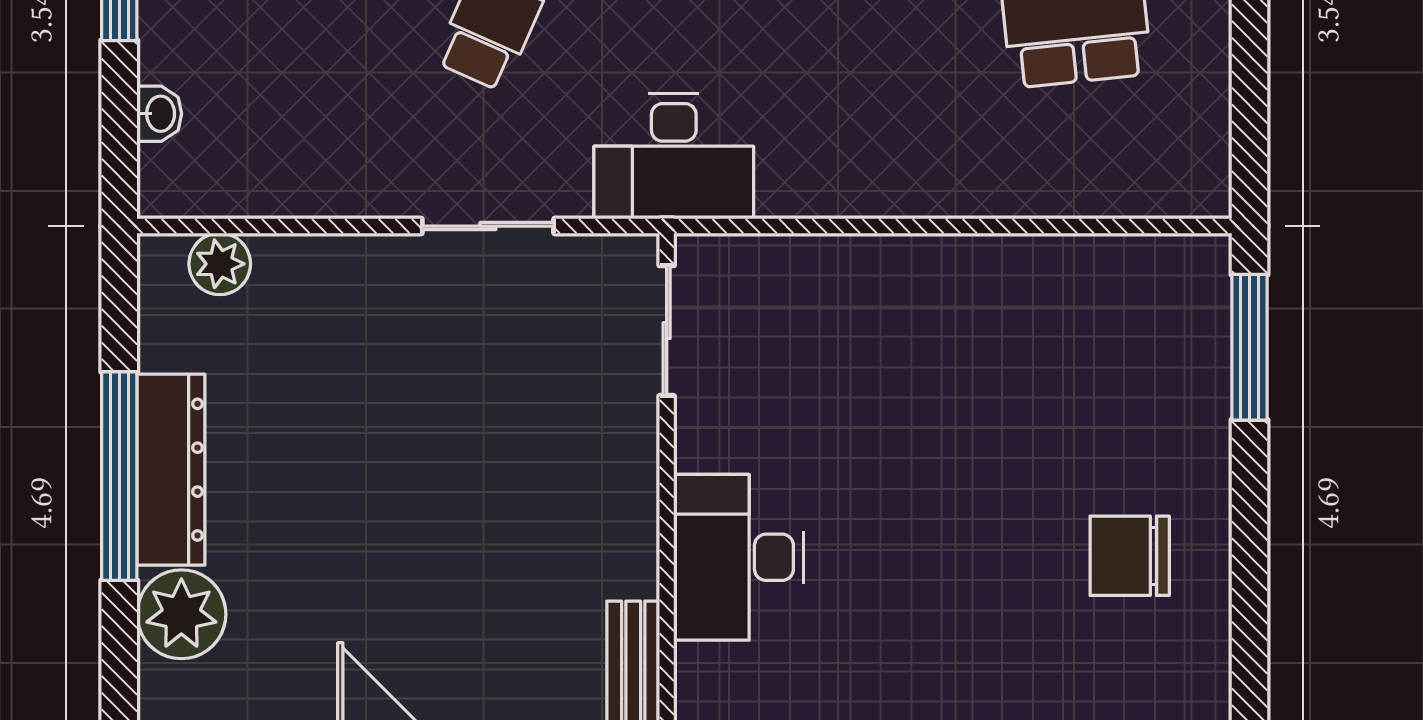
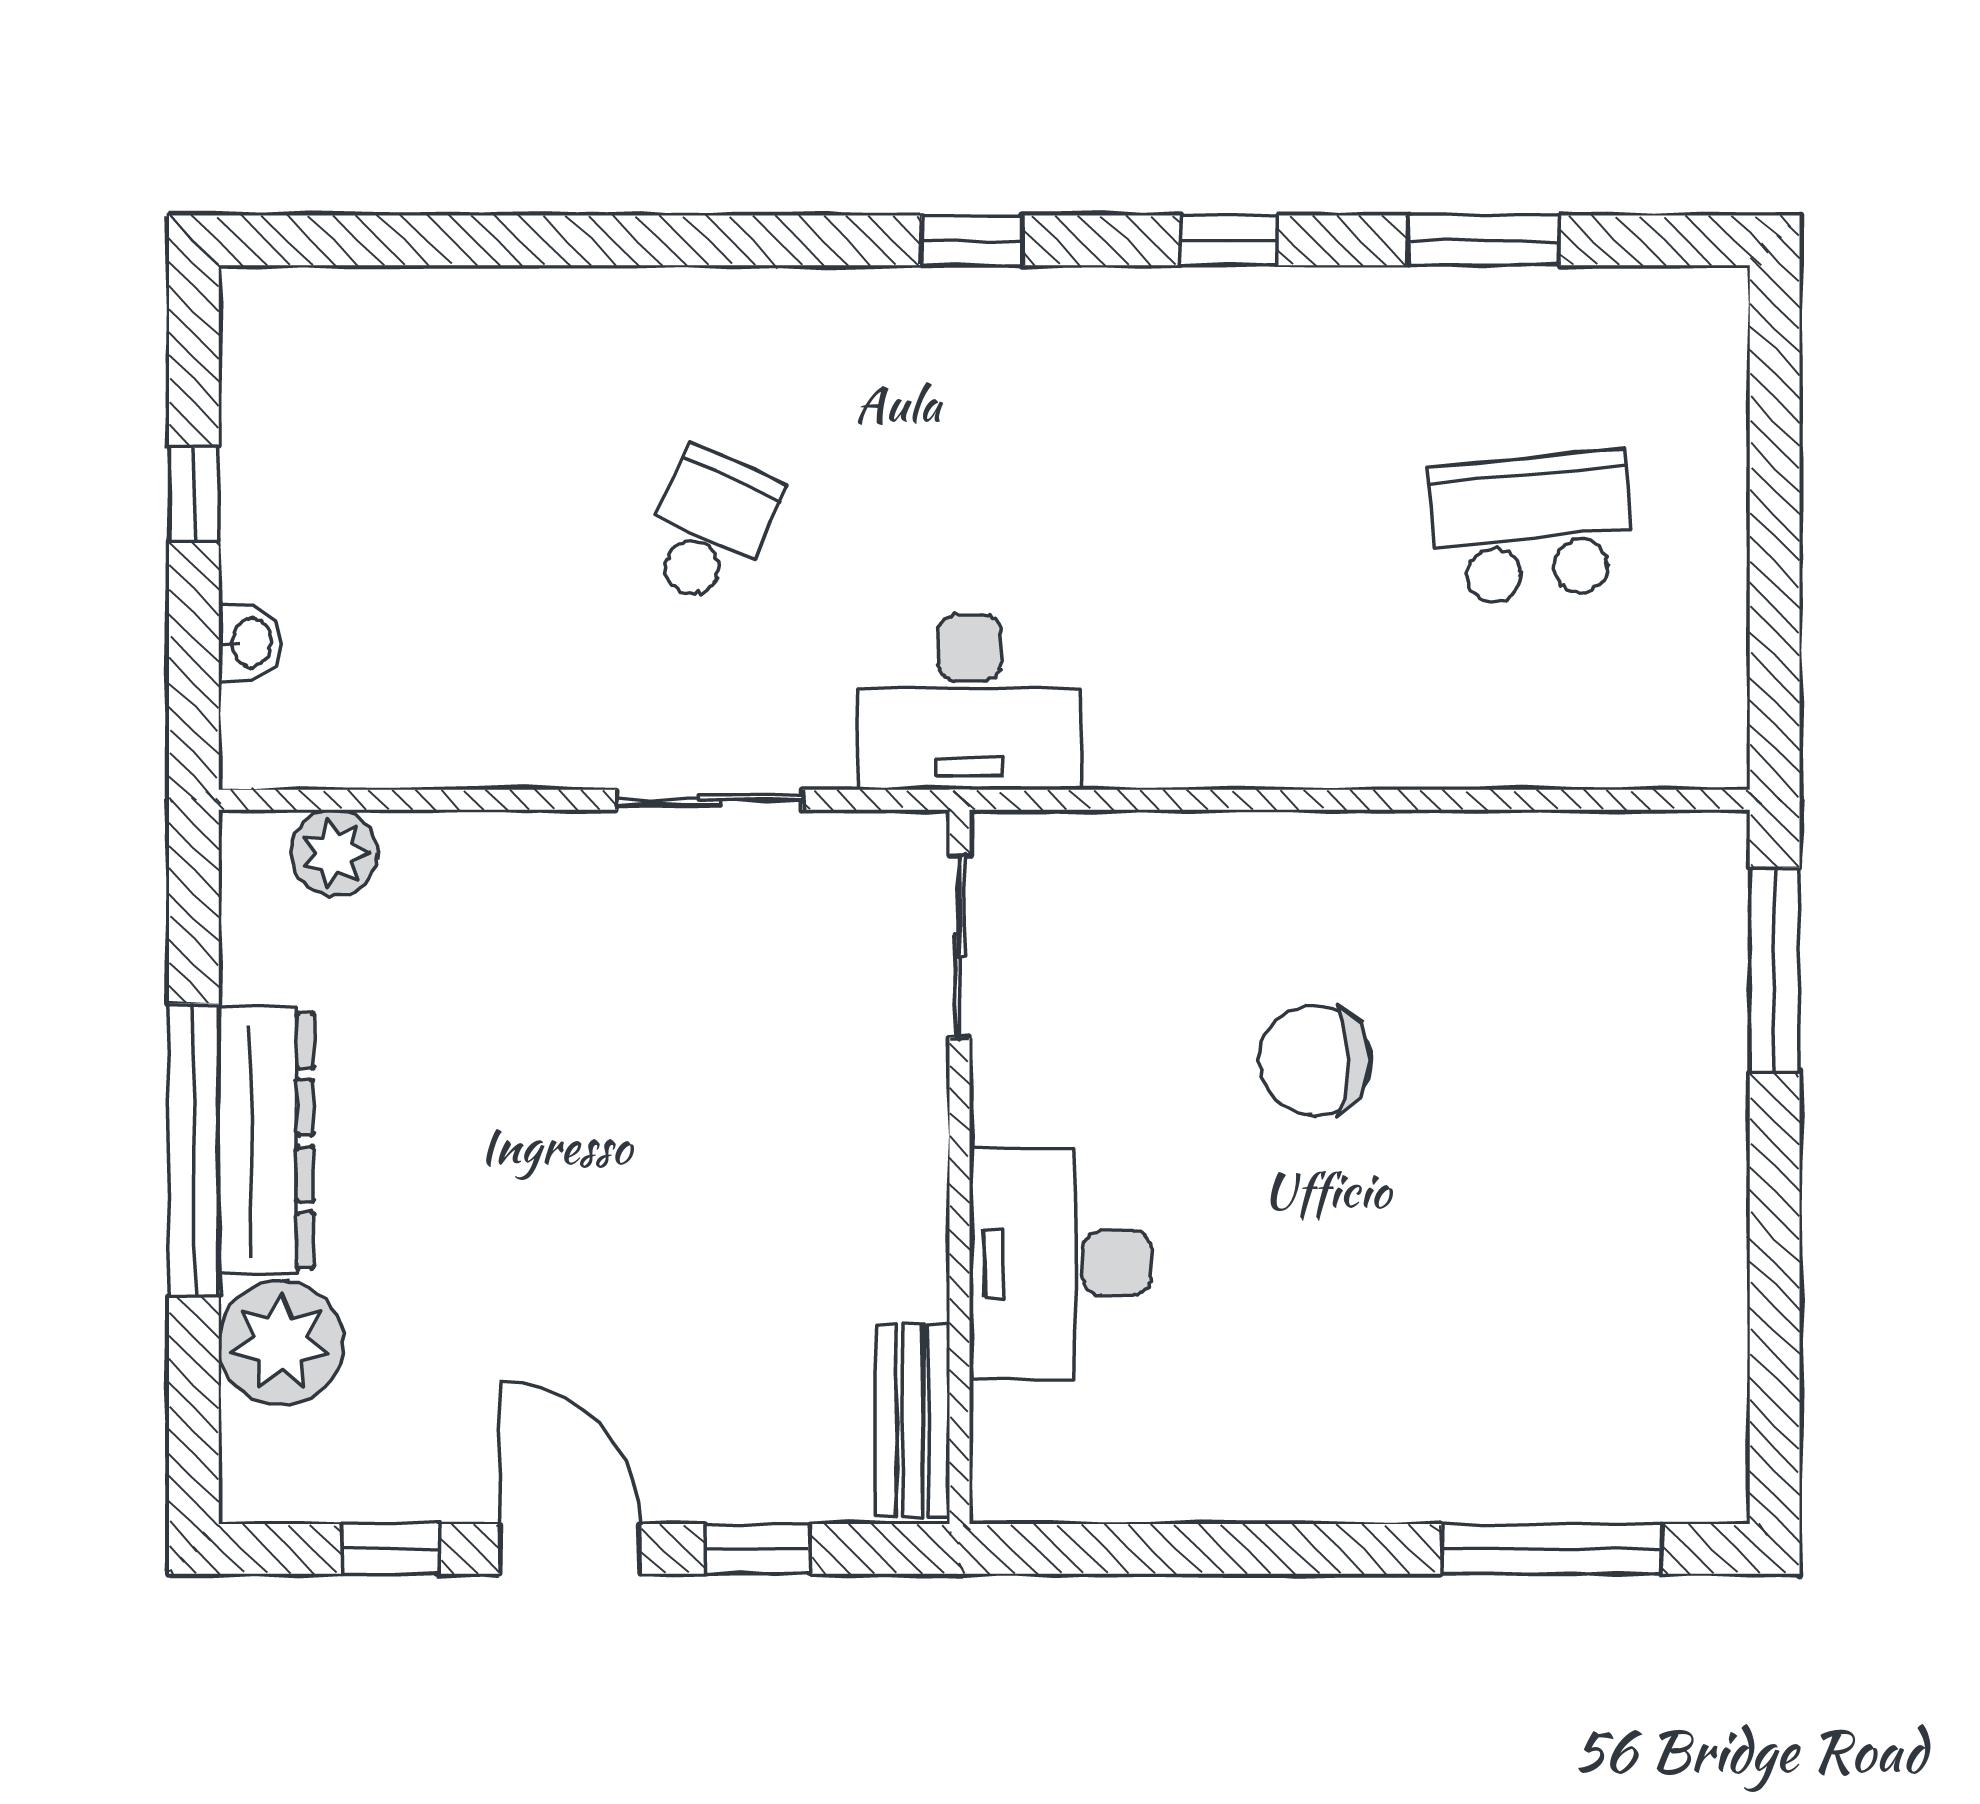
chair: (1130, 556) -> (1314, 1060), moved

